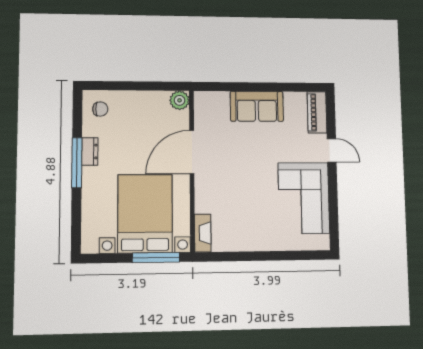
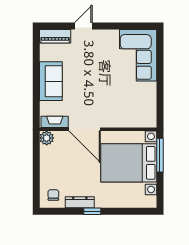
dresser: (90, 152) -> (80, 202), width x1.44
window: (77, 163) -> (92, 211), width x0.46
corner sofa: (304, 198) -> (138, 55), moved, turned 90
fireplace: (203, 233) -> (55, 122), moved

